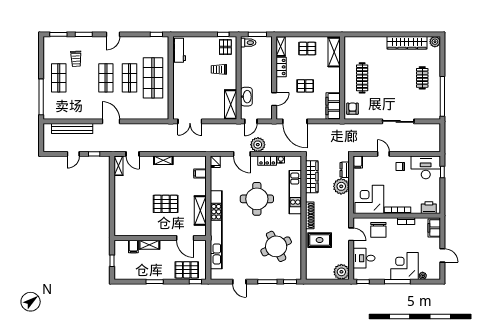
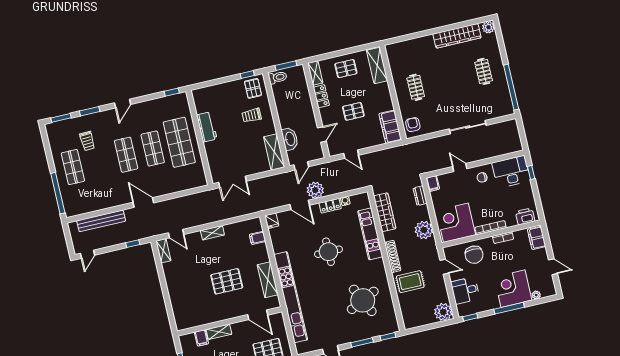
workbench: (179, 50) -> (207, 127), moved
clothes rail: (362, 78) -> (416, 87), width x0.73
door: (295, 121) -> (351, 154), width x0.53
door: (73, 154) -> (87, 254), moved
plant: (341, 186) -> (424, 230), moved
round table: (257, 199) -> (328, 252), width x0.73, depth x0.73

